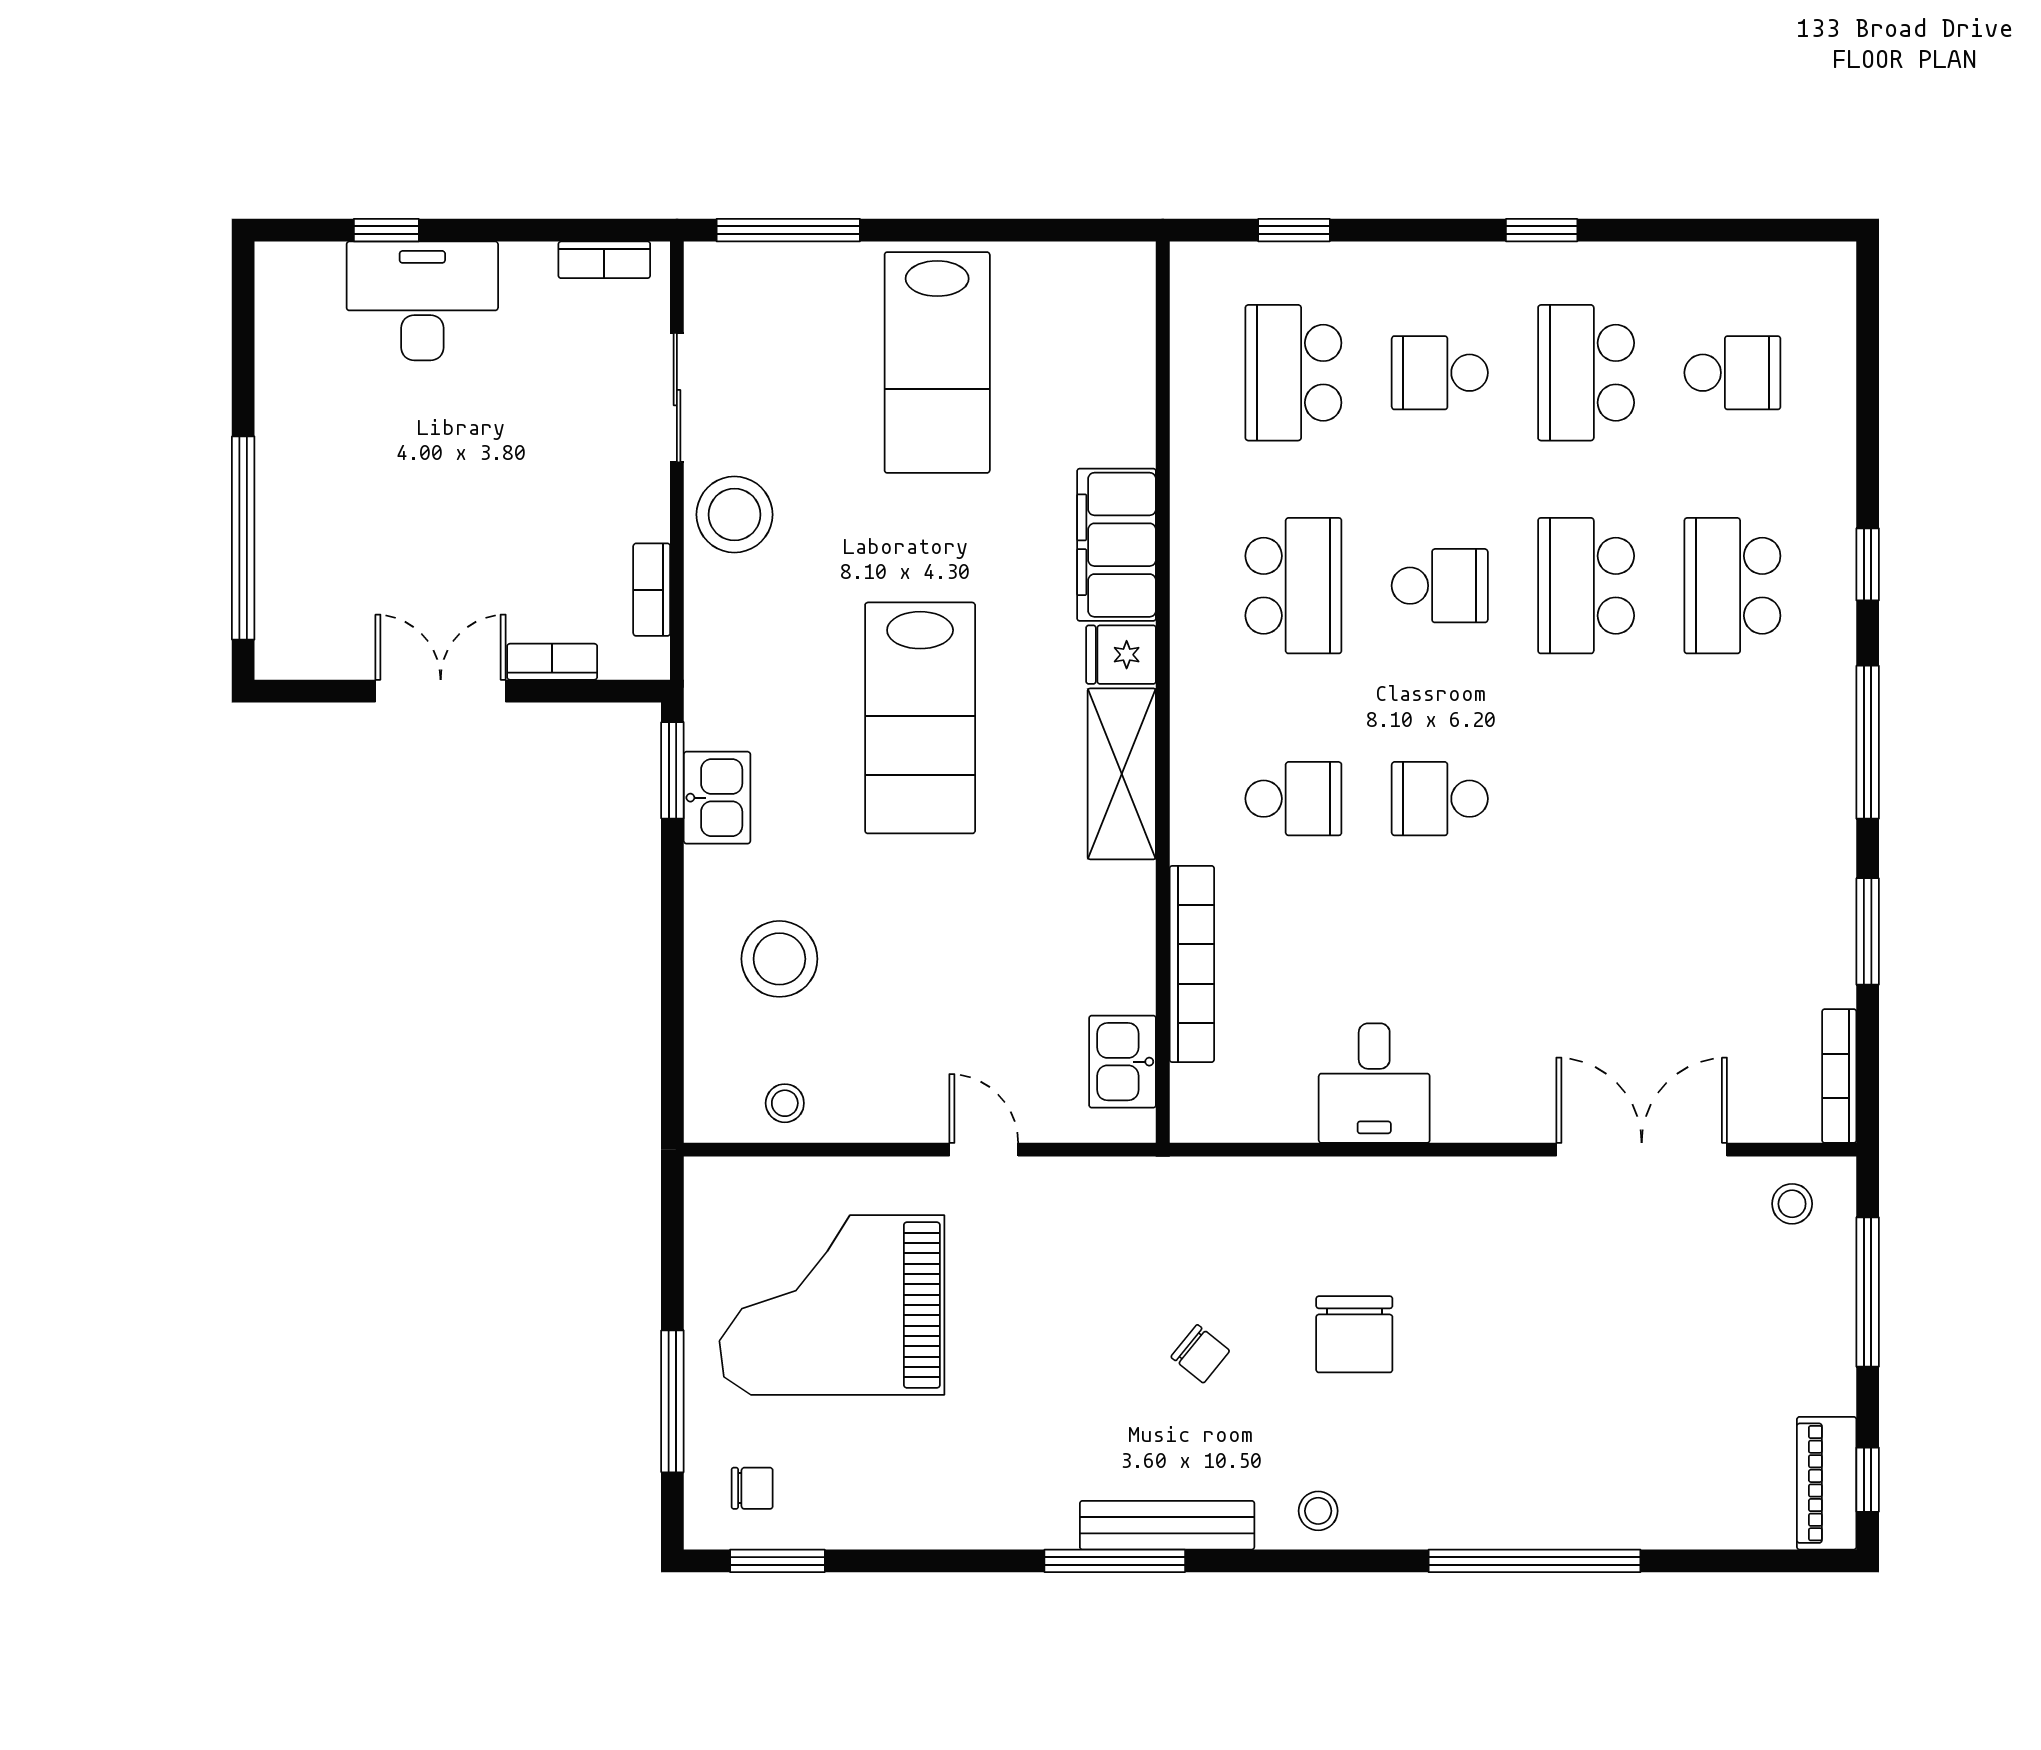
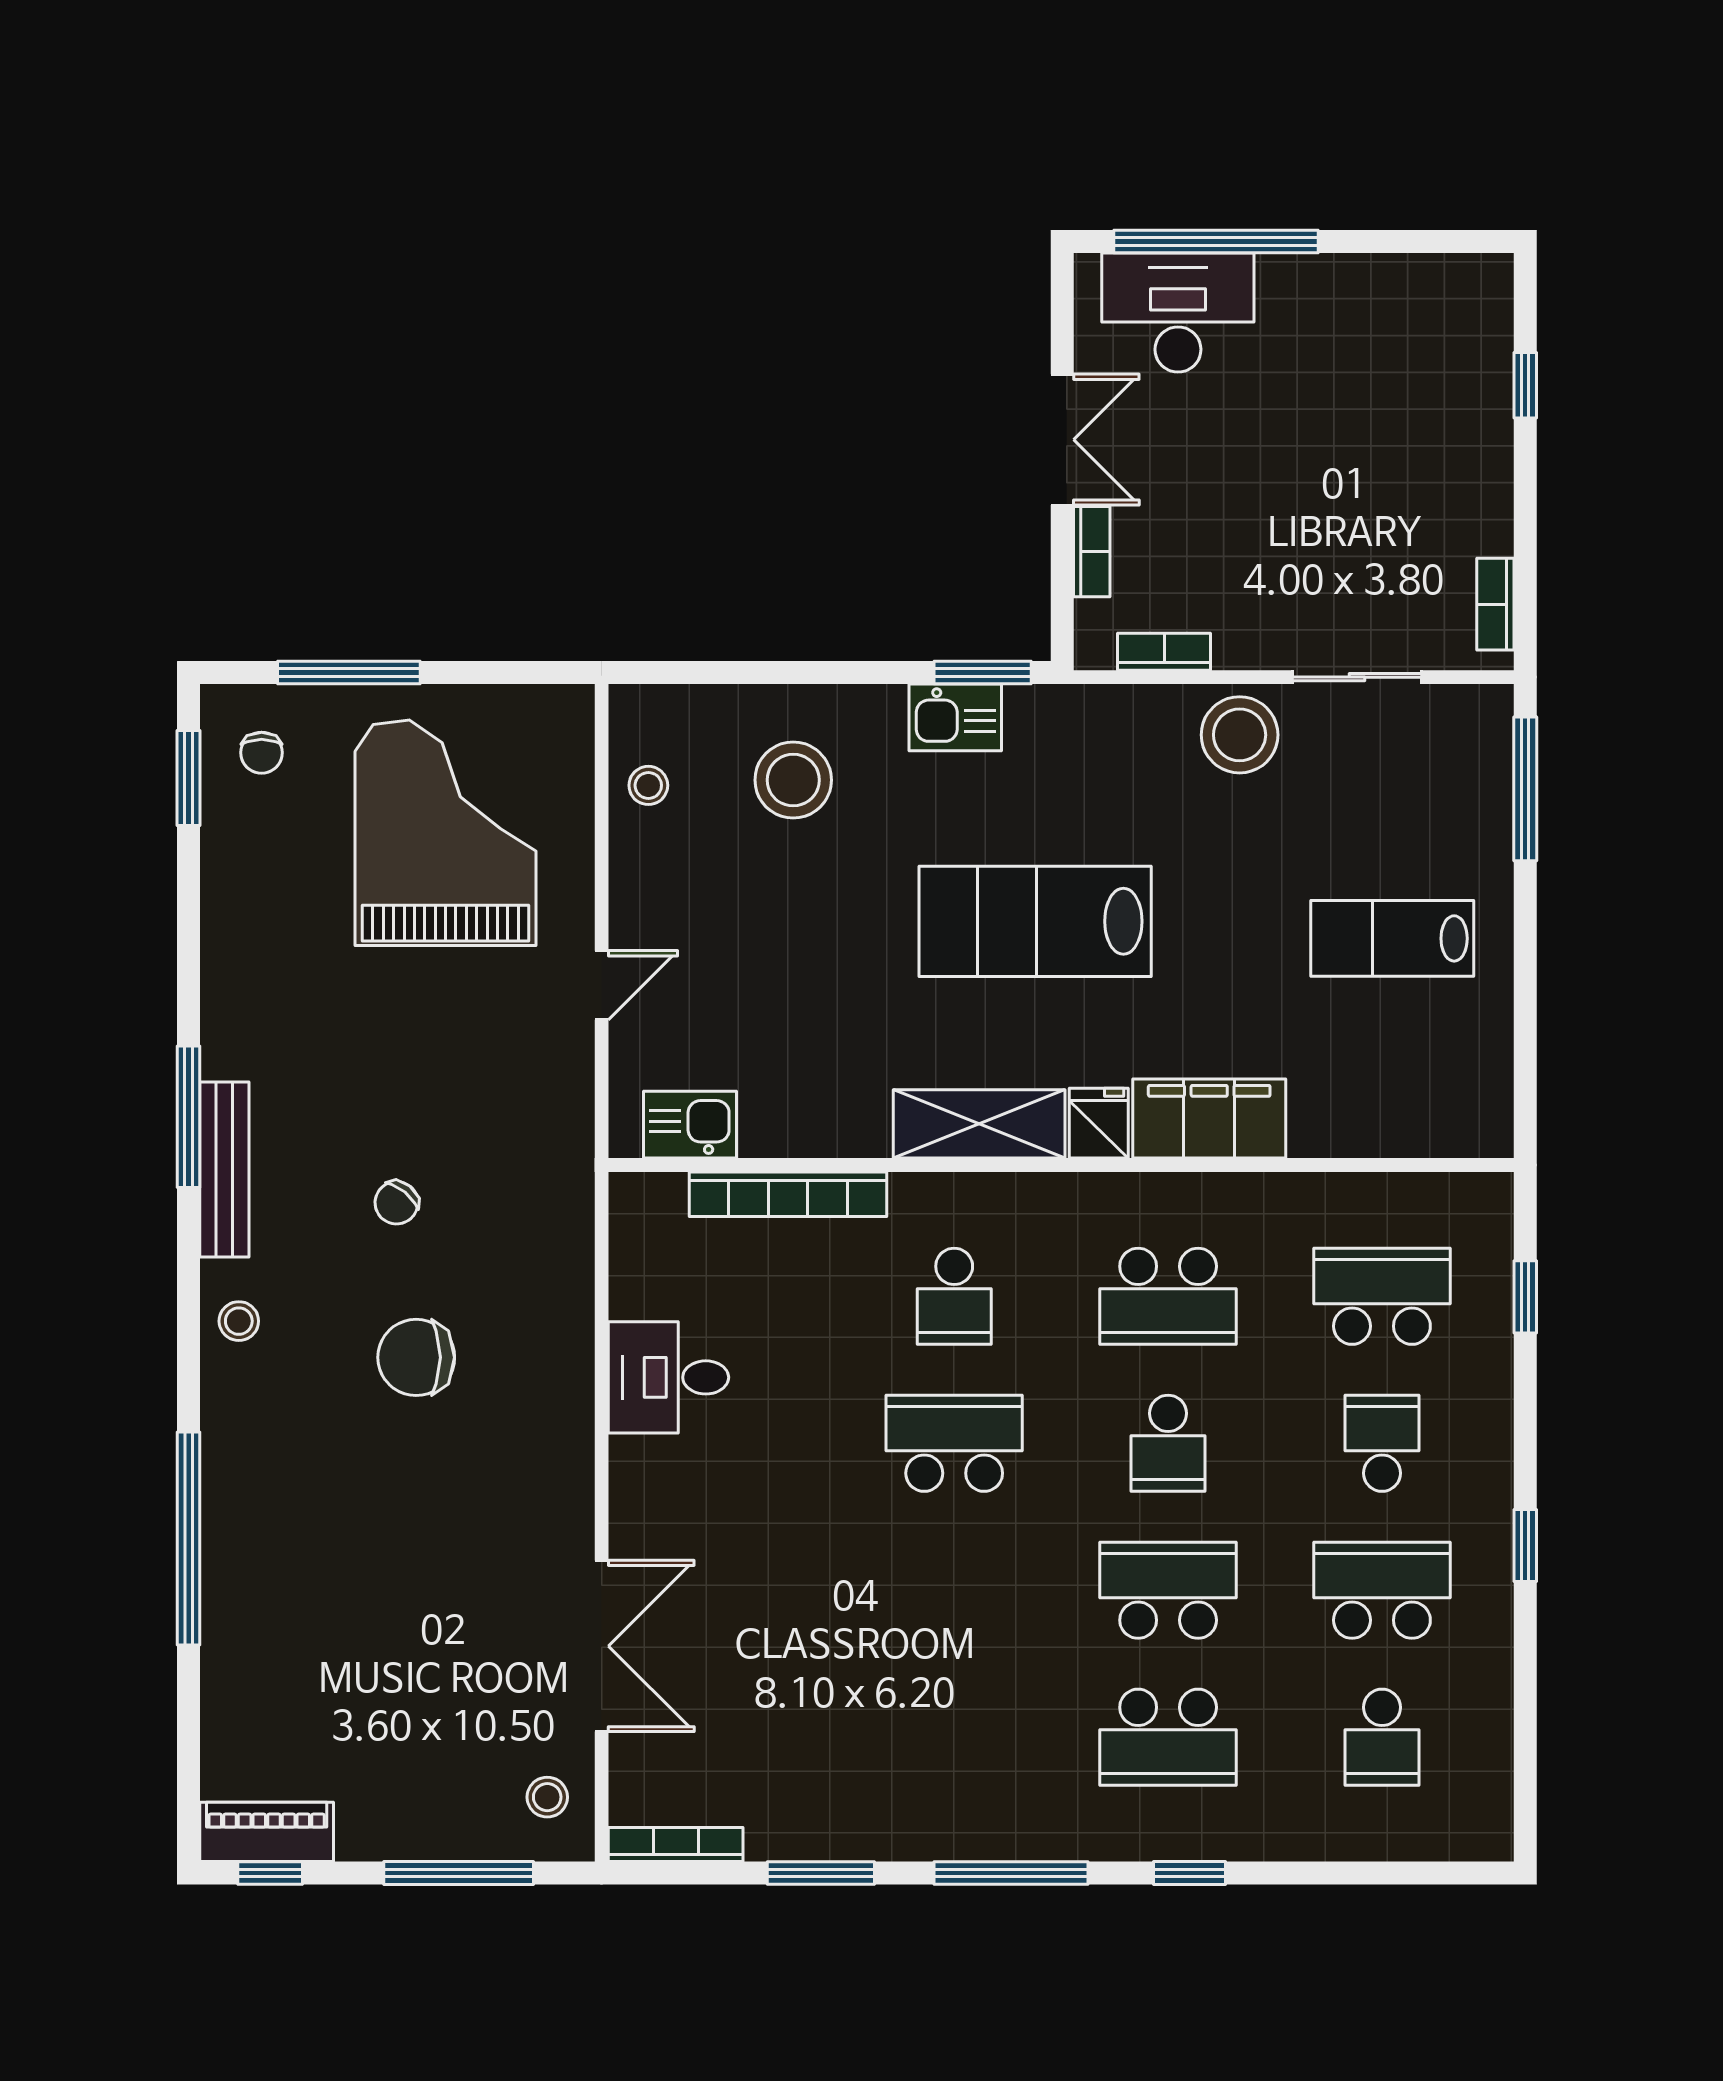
desk: (422, 301) -> (1178, 312), moved, turned -90
lab bench: (937, 362) -> (1392, 938), width x0.73, depth x0.72
school desk: (1732, 586) -> (1168, 1737), turned 180
school desk: (1440, 799) -> (954, 1443), width x1.85

